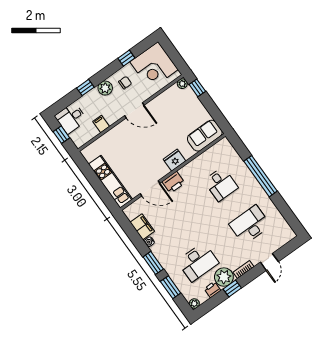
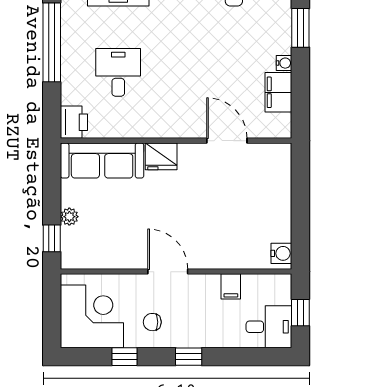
plant: (182, 84) -> (69, 217), moved
window: (85, 88) -> (189, 357), moved
plant: (105, 88) -> (187, 335), removed
sofa: (205, 136) -> (102, 161), width x1.36
water cooler: (89, 155) -> (281, 253), added
kitchen unit: (110, 182) -> (278, 192), removed
printer: (173, 182) -> (74, 122), moved, turned 90

